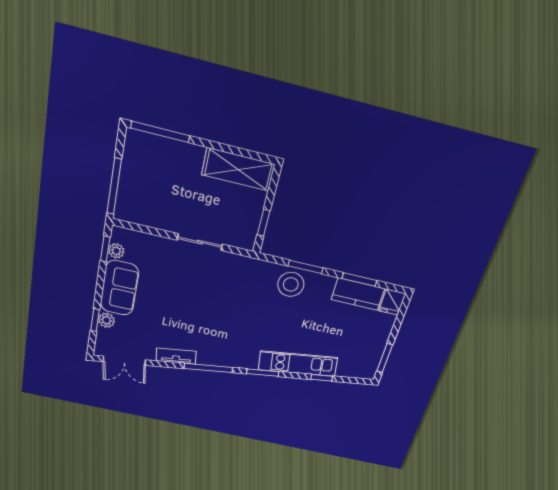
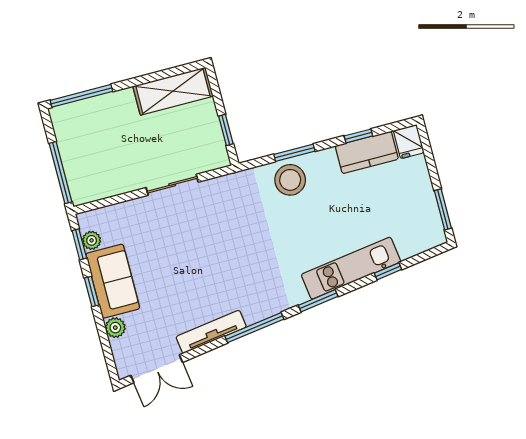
window: (359, 280) -> (358, 136), width x0.67
window: (95, 320) -> (92, 291), moved
tv unit: (176, 356) -> (211, 332), width x1.41

